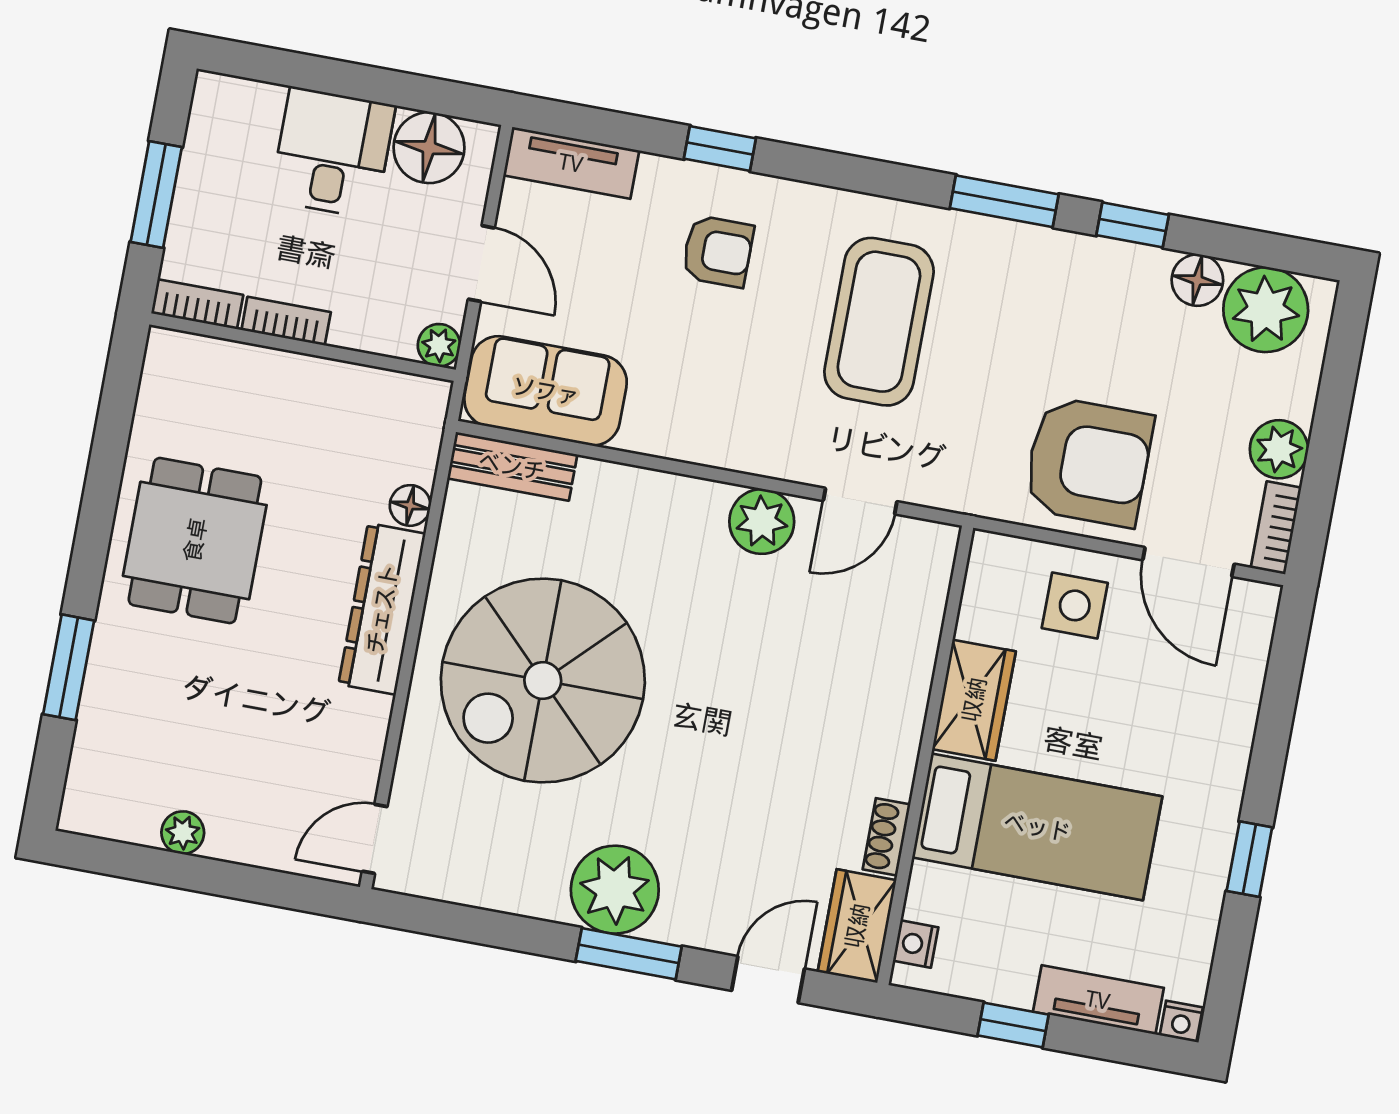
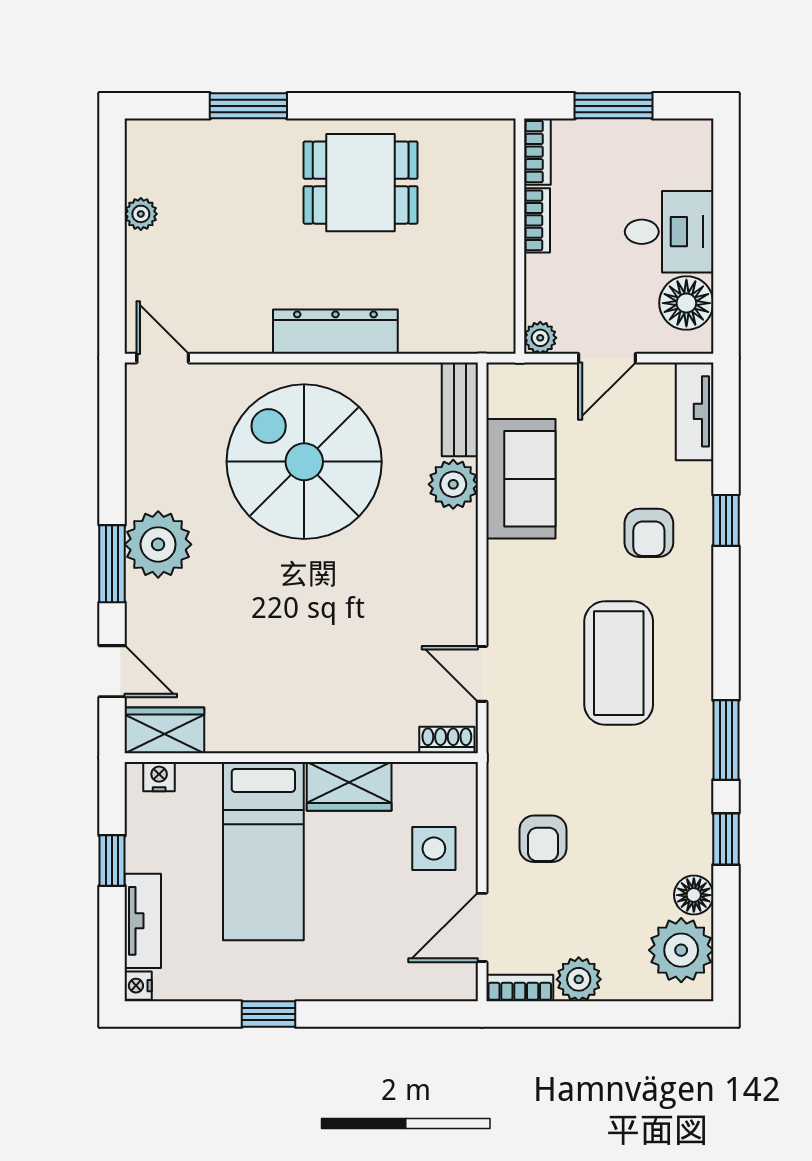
coffee table: (879, 322) -> (619, 663), turned 90
sofa: (546, 391) -> (521, 479), moved
armchair: (1088, 462) -> (543, 839), width x0.53, depth x0.53
floor lamp: (410, 505) -> (417, 338), removed
plant: (762, 522) -> (453, 484), moved
shoe rack: (887, 837) -> (447, 740), moved

